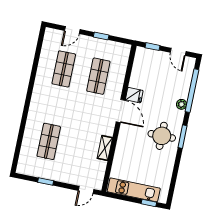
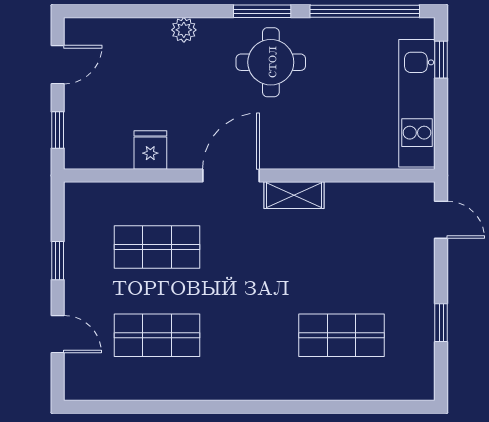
window: (192, 91) -> (365, 11), moved
fridge: (134, 95) -> (150, 150), moved
shelving: (105, 148) -> (294, 195), moved

